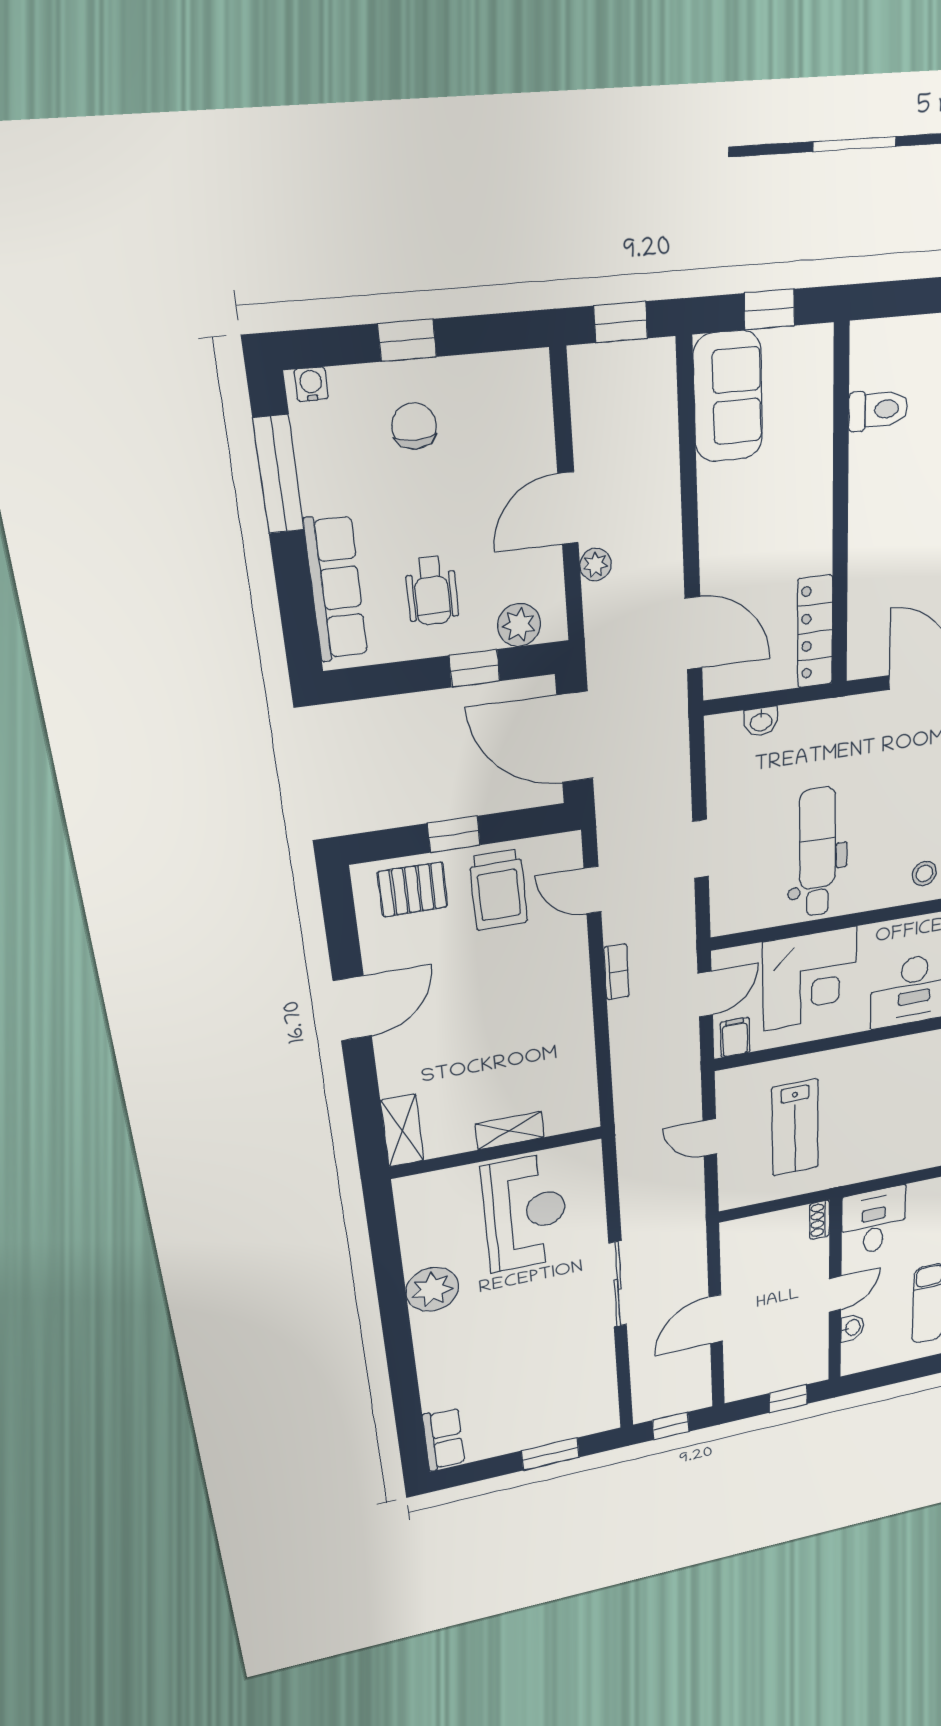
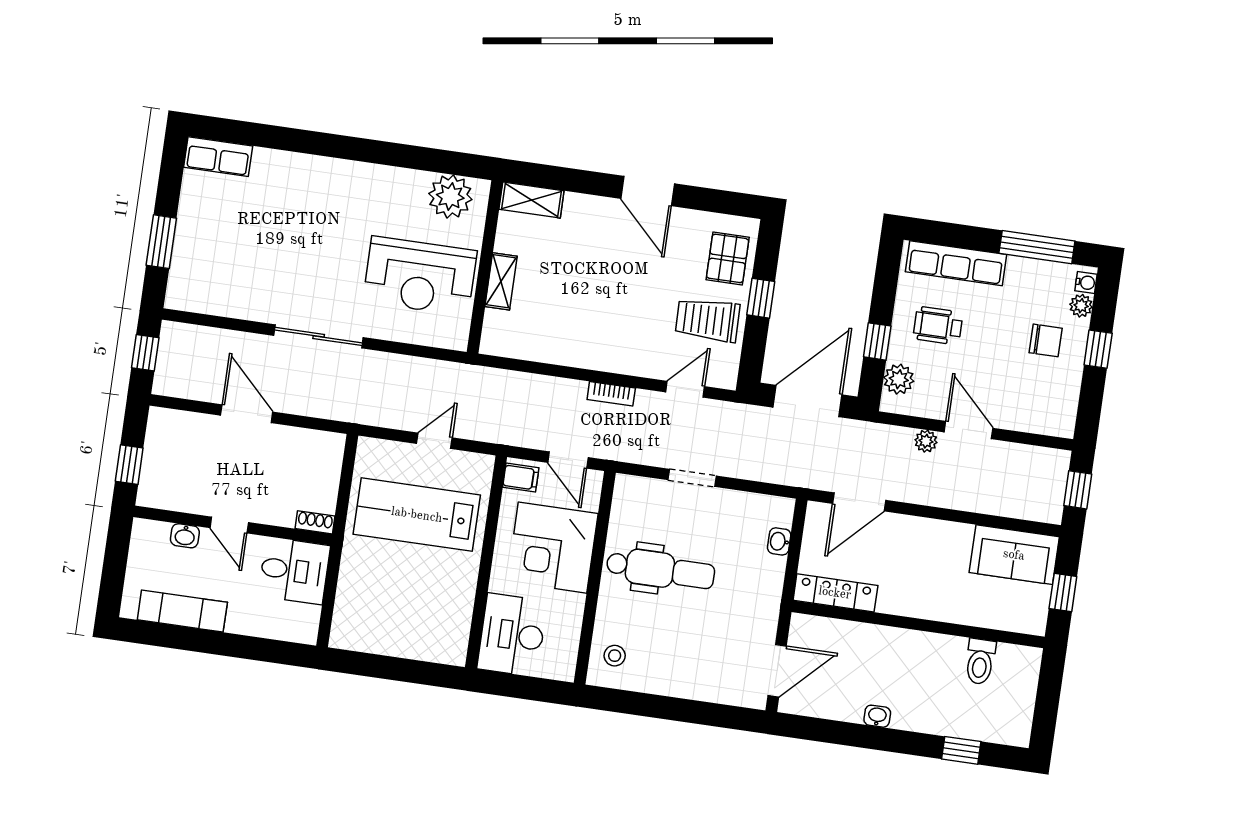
plant: (348, 384) -> (1081, 306), added
lab bench: (795, 1128) -> (417, 515), width x1.36, depth x1.39
plant: (432, 1289) -> (450, 196), moved

